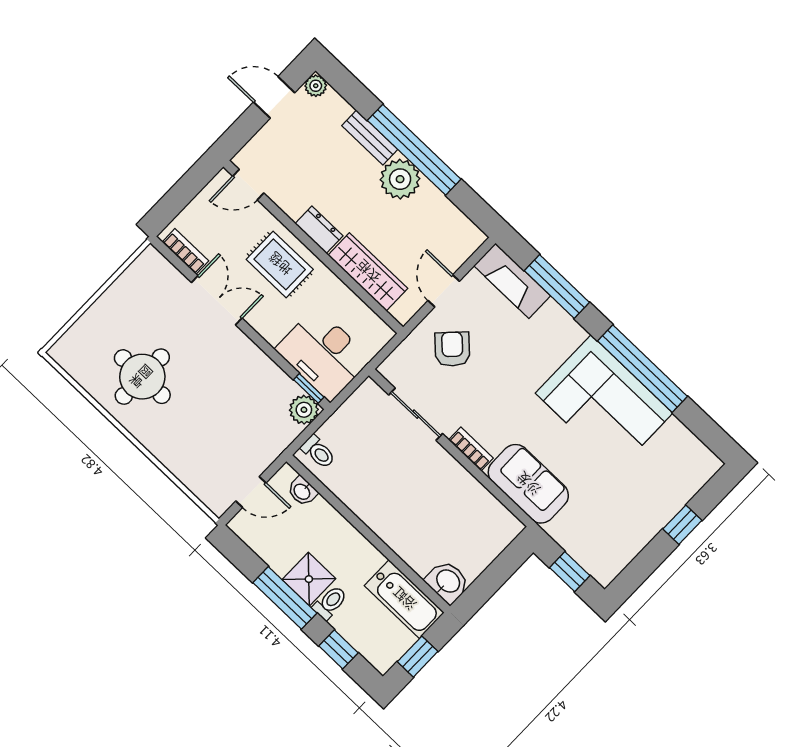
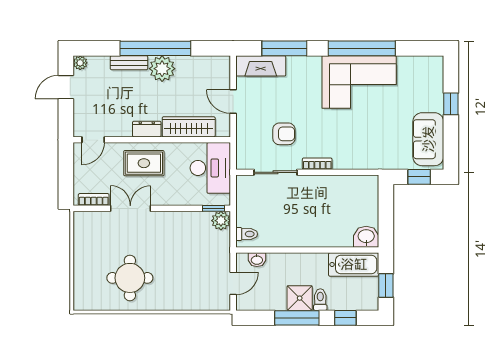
armchair: (452, 349) -> (284, 134), moved, turned 136
desk: (323, 354) -> (210, 168), moved, turned -90
sofa: (528, 484) -> (428, 139), moved, turned -90

